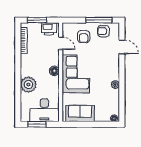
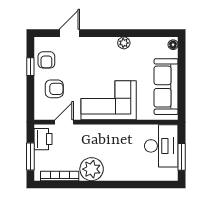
window: (99, 20) -> (30, 67), width x0.46
floor lamp: (54, 71) -> (104, 131), removed
plant: (28, 85) -> (92, 169), moved
sofa: (80, 114) -> (166, 87), width x1.36

